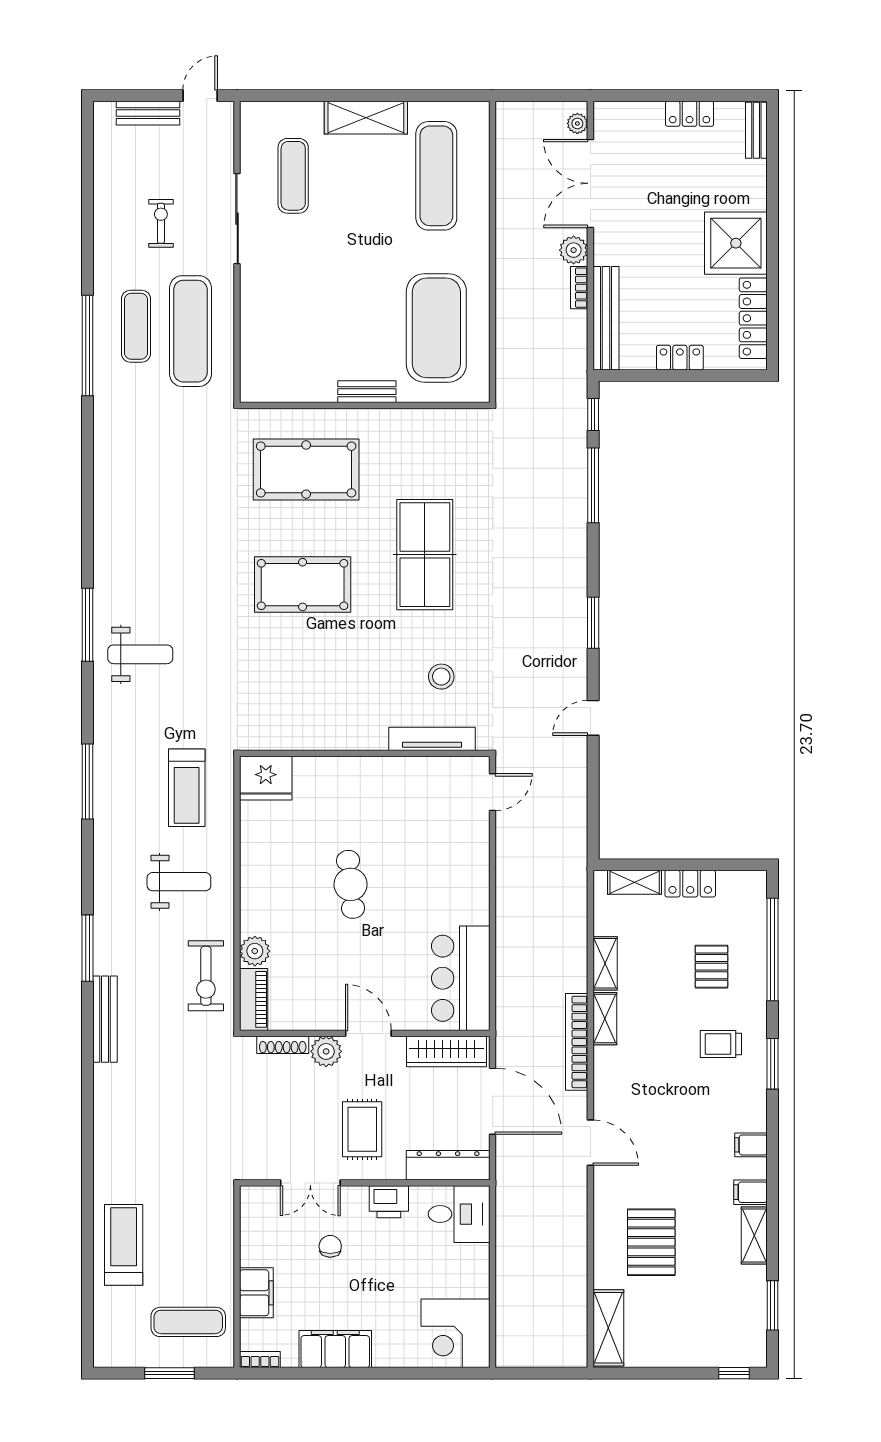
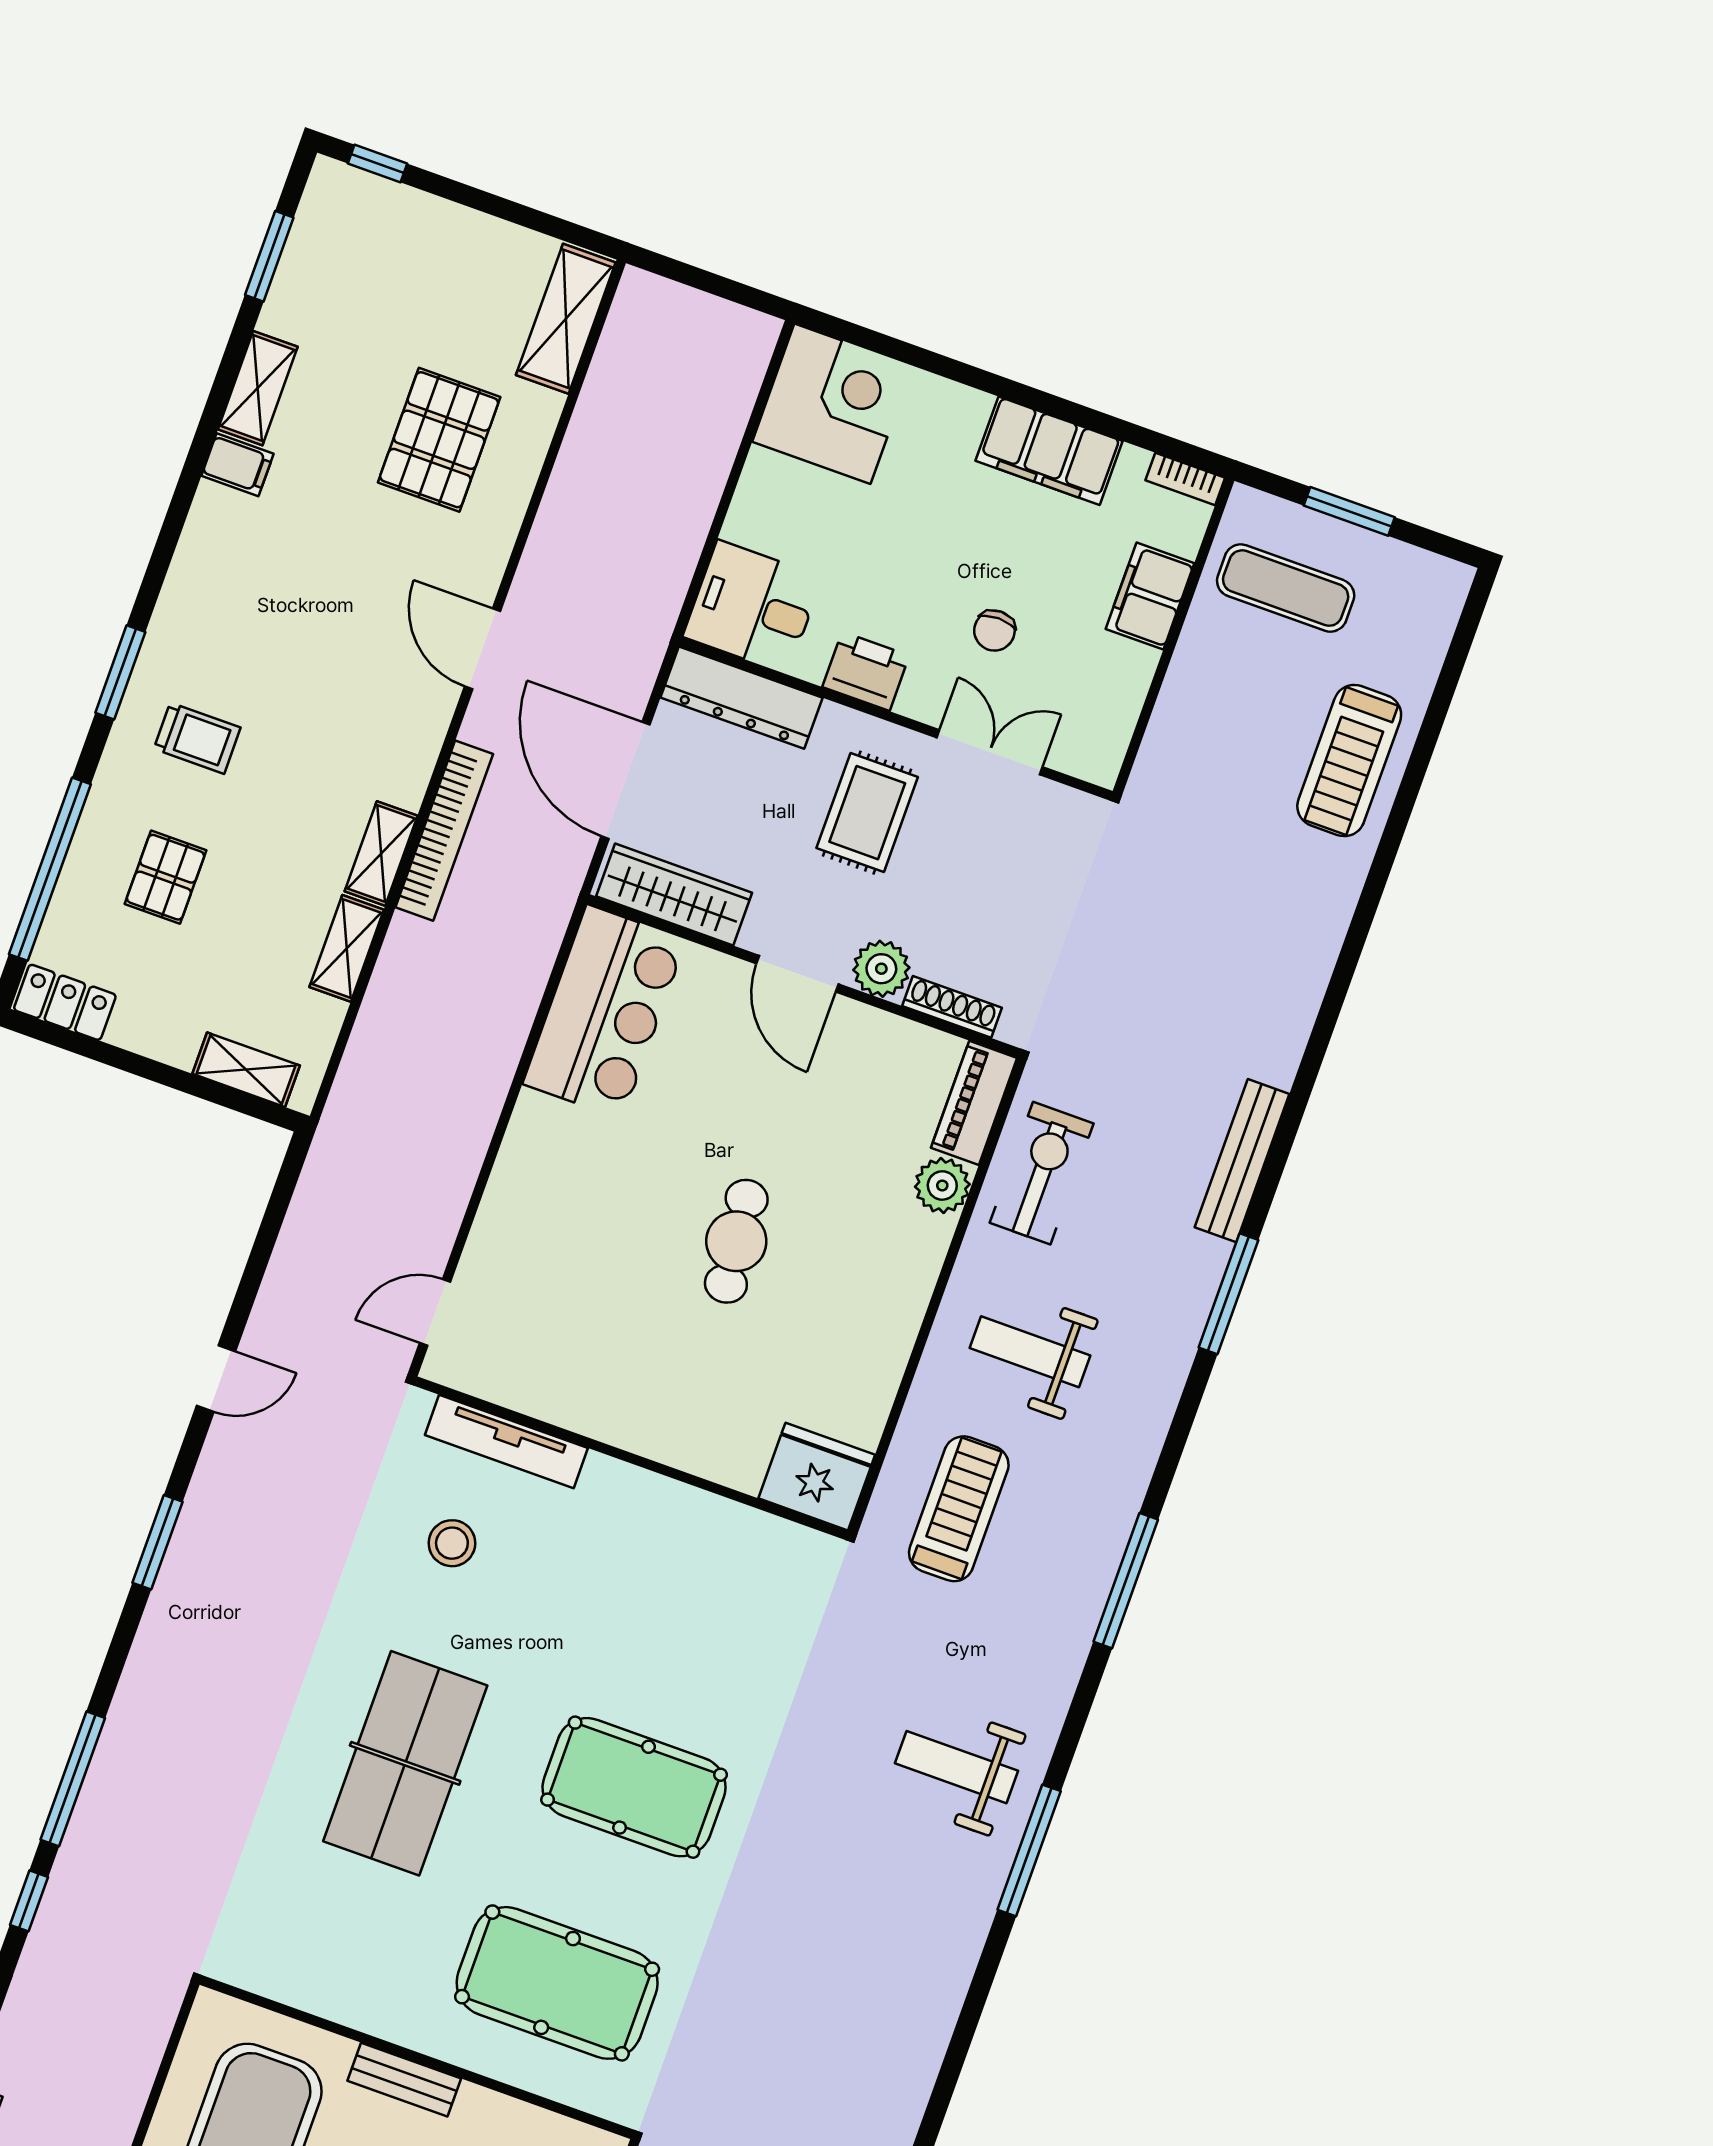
locker: (690, 884) -> (65, 1002), moved
filing cabinet: (751, 1145) -> (207, 546), removed

